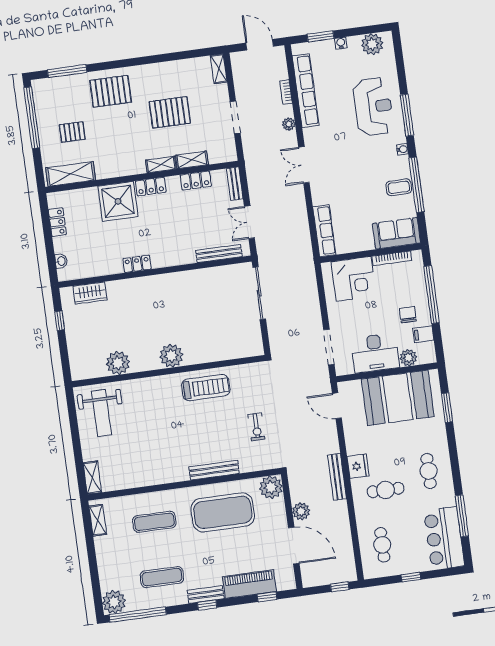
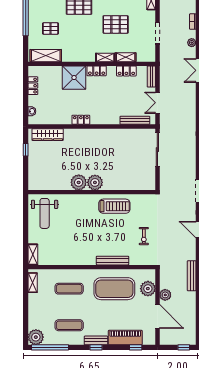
wardrobe: (90, 293) -> (48, 135), width x1.50
plant: (118, 363) -> (79, 182), moved
plant: (271, 487) -> (148, 289), moved

